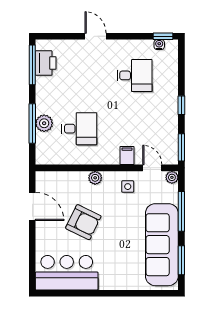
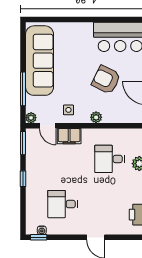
filing cabinet: (127, 156) -> (69, 136), width x2.00
window: (181, 260) -> (23, 47), removed

